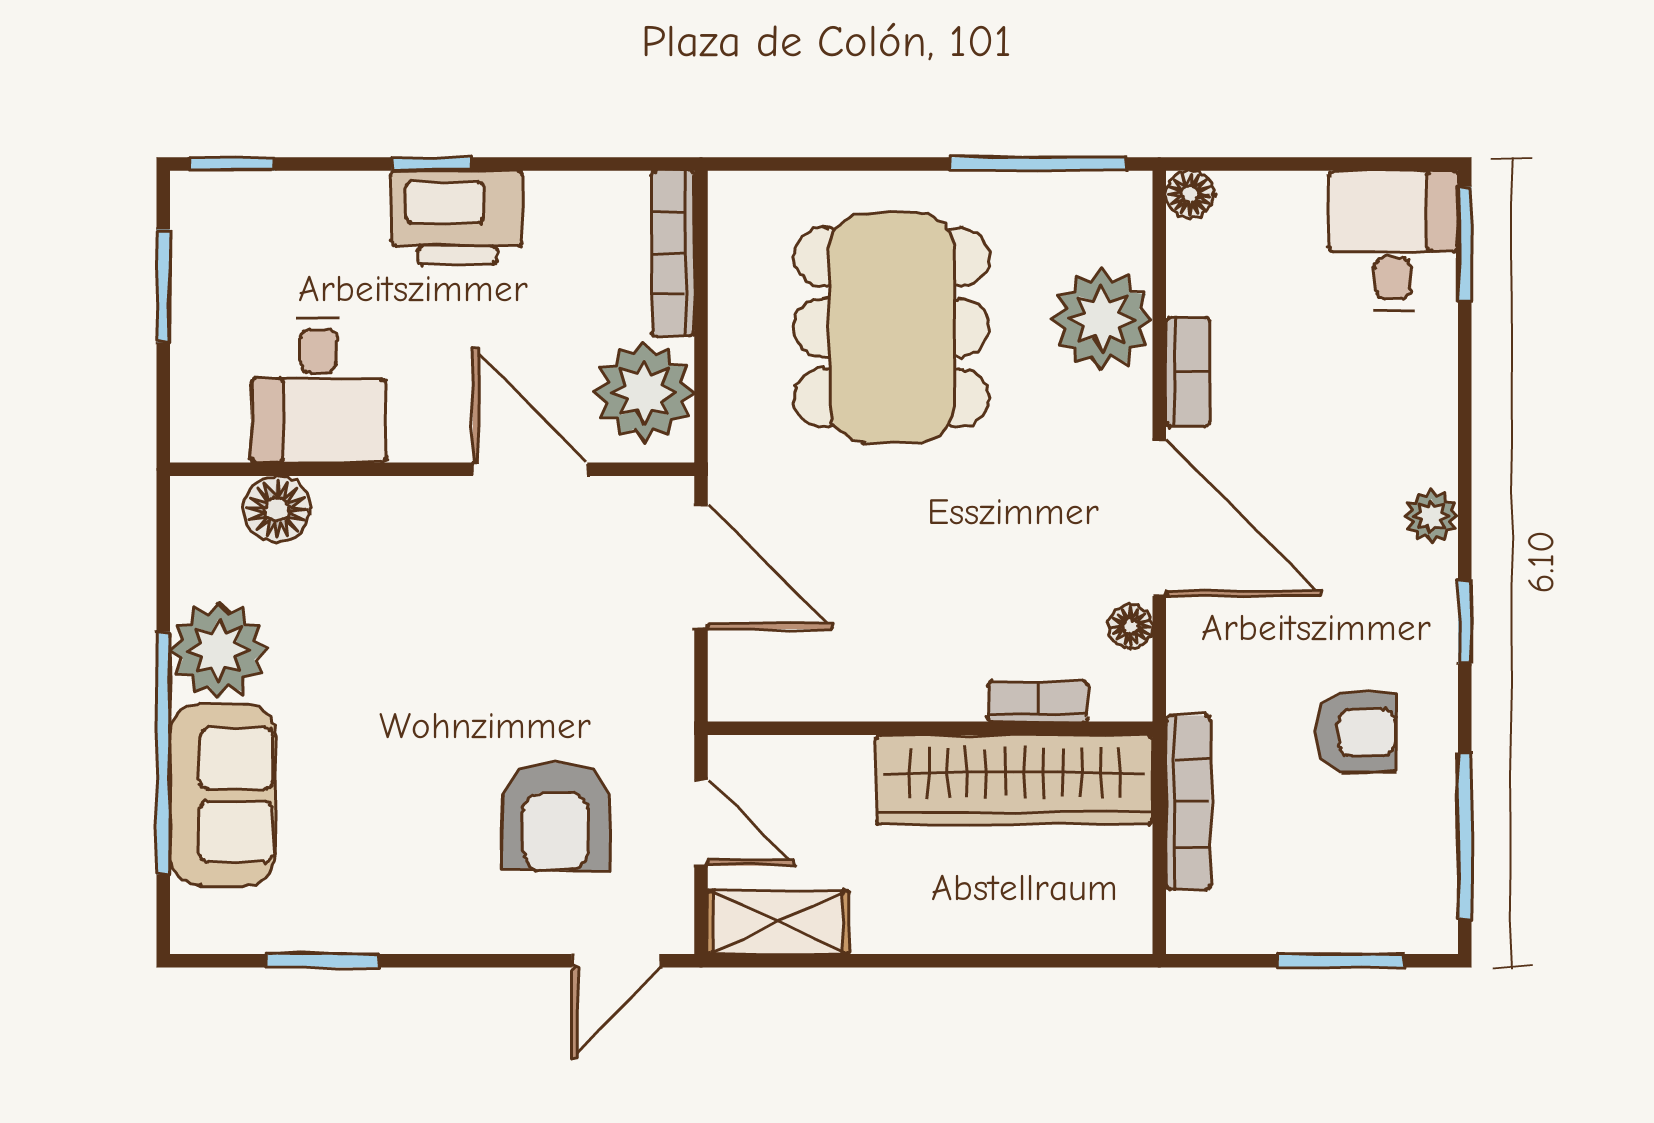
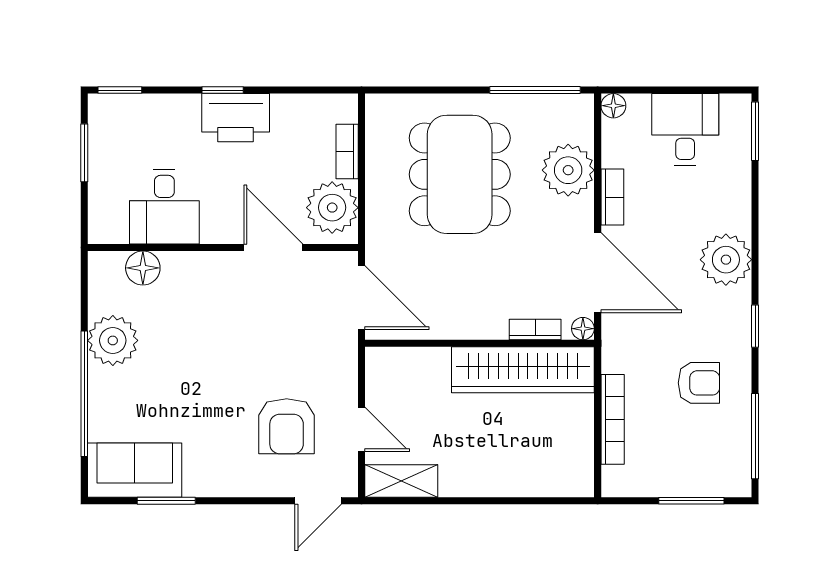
desk: (1393, 240) -> (685, 129), moved
bookcase: (673, 254) -> (347, 152), width x0.64
plant: (1431, 516) -> (726, 260), width x1.88, depth x1.88
bookcase: (1038, 702) -> (535, 330), moved
wall: (930, 728) -> (480, 343), moved
wardrobe: (1014, 780) -> (523, 370), moved
sofa: (223, 795) -> (135, 470), moved, turned -90

